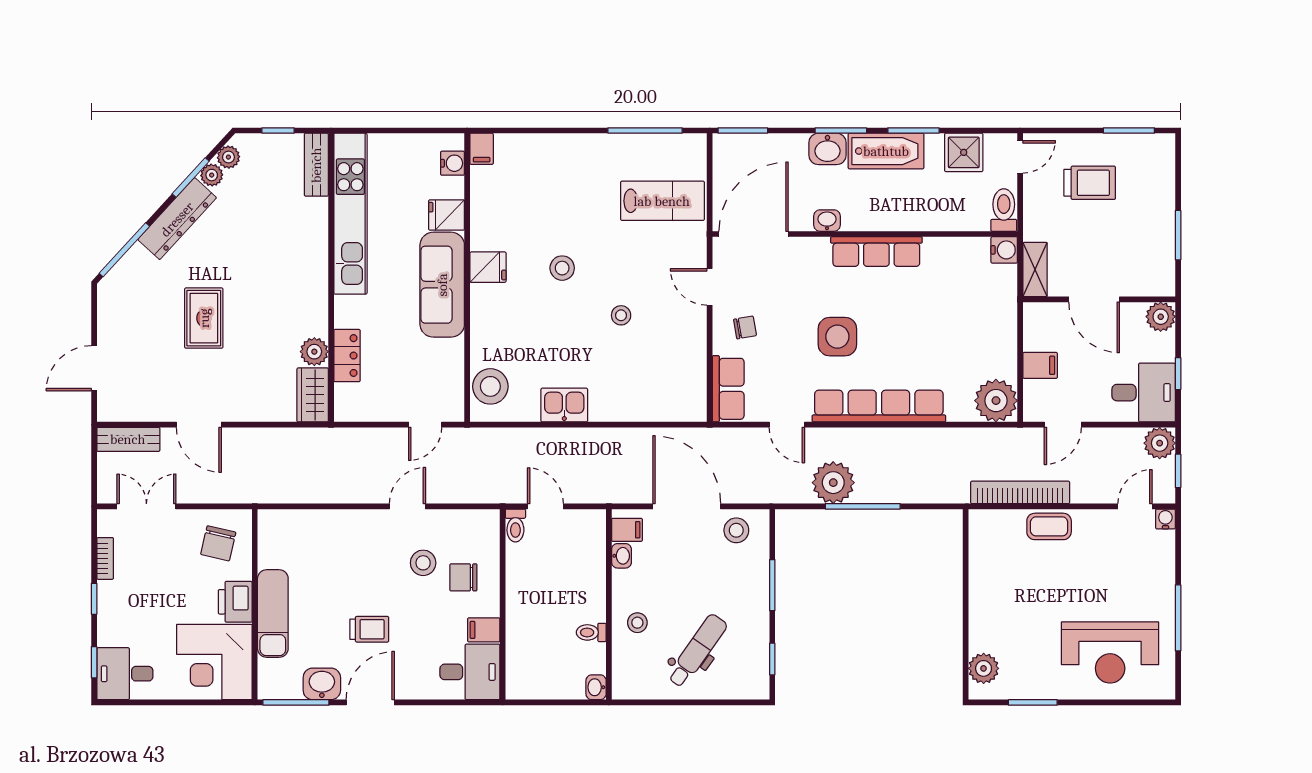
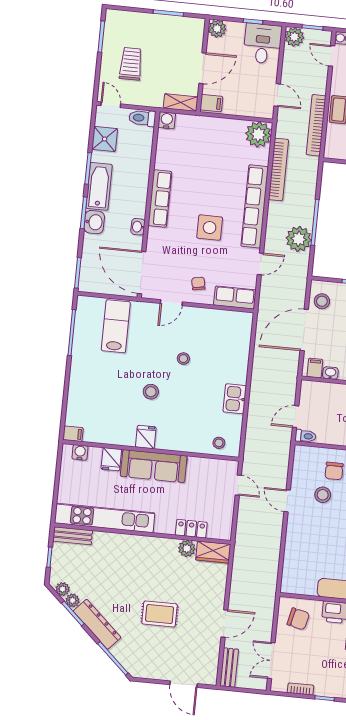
filing cabinet: (1040, 365) -> (211, 103), moved, turned 90
stool: (490, 386) -> (219, 443), width x0.53, depth x0.53
bookcase: (942, 439) -> (279, 170), added

